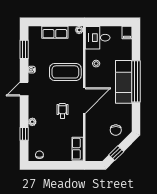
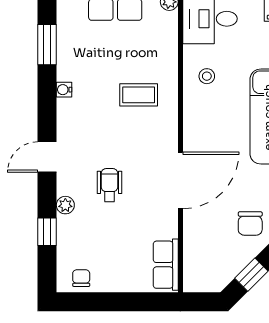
coffee table: (65, 72) -> (139, 95), width x0.54, depth x0.58
door: (24, 89) -> (47, 157), moved
door: (84, 101) -> (180, 180), moved
wheelchair: (62, 111) -> (109, 185), moved

